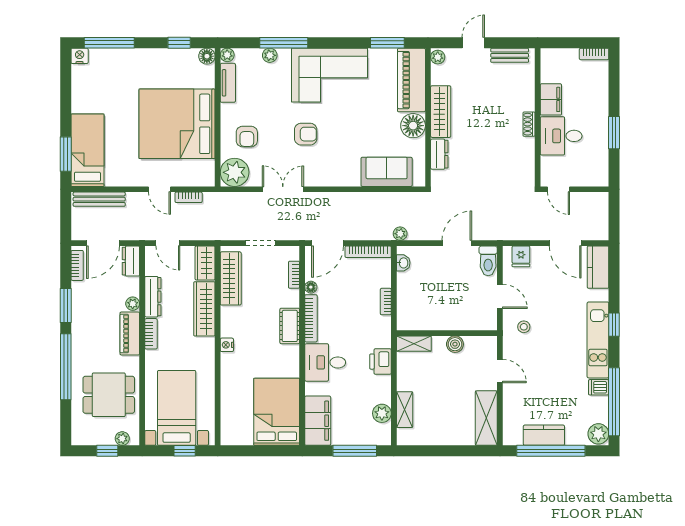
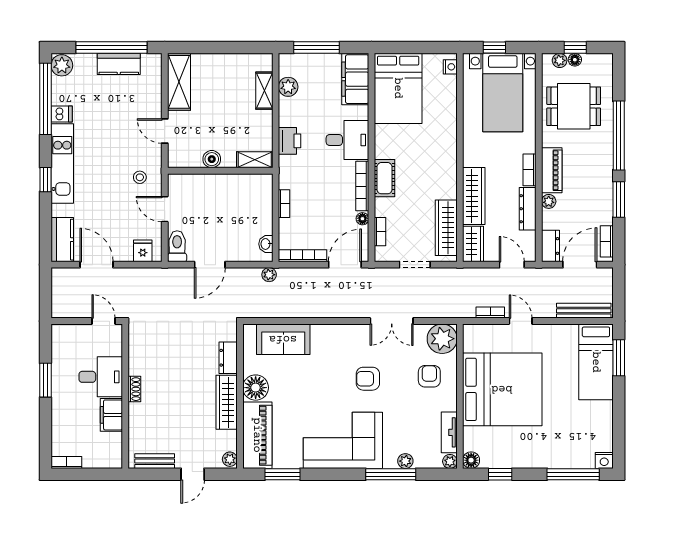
nightstand: (227, 345) -> (450, 67), moved
floor lamp: (108, 439) -> (575, 60), added

